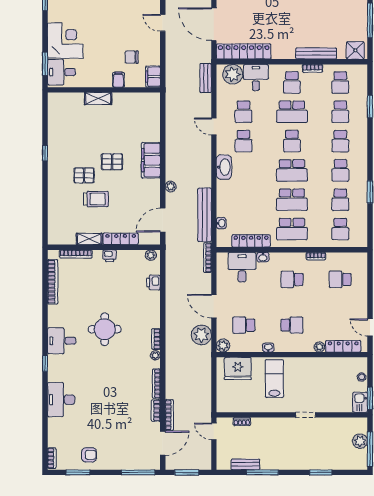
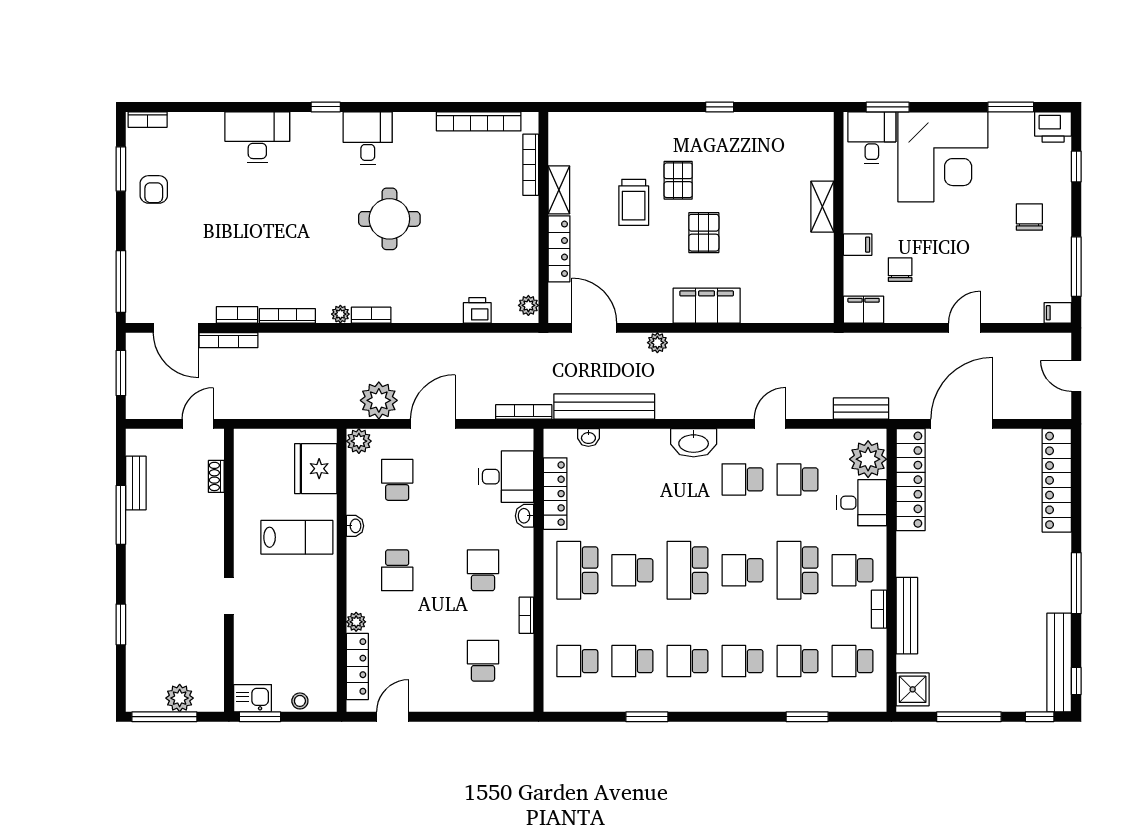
corner desk: (65, 41) -> (943, 157), width x1.36, depth x1.36
school desk: (292, 200) -> (632, 570), width x0.54
printer: (110, 256) -> (527, 228), removed

